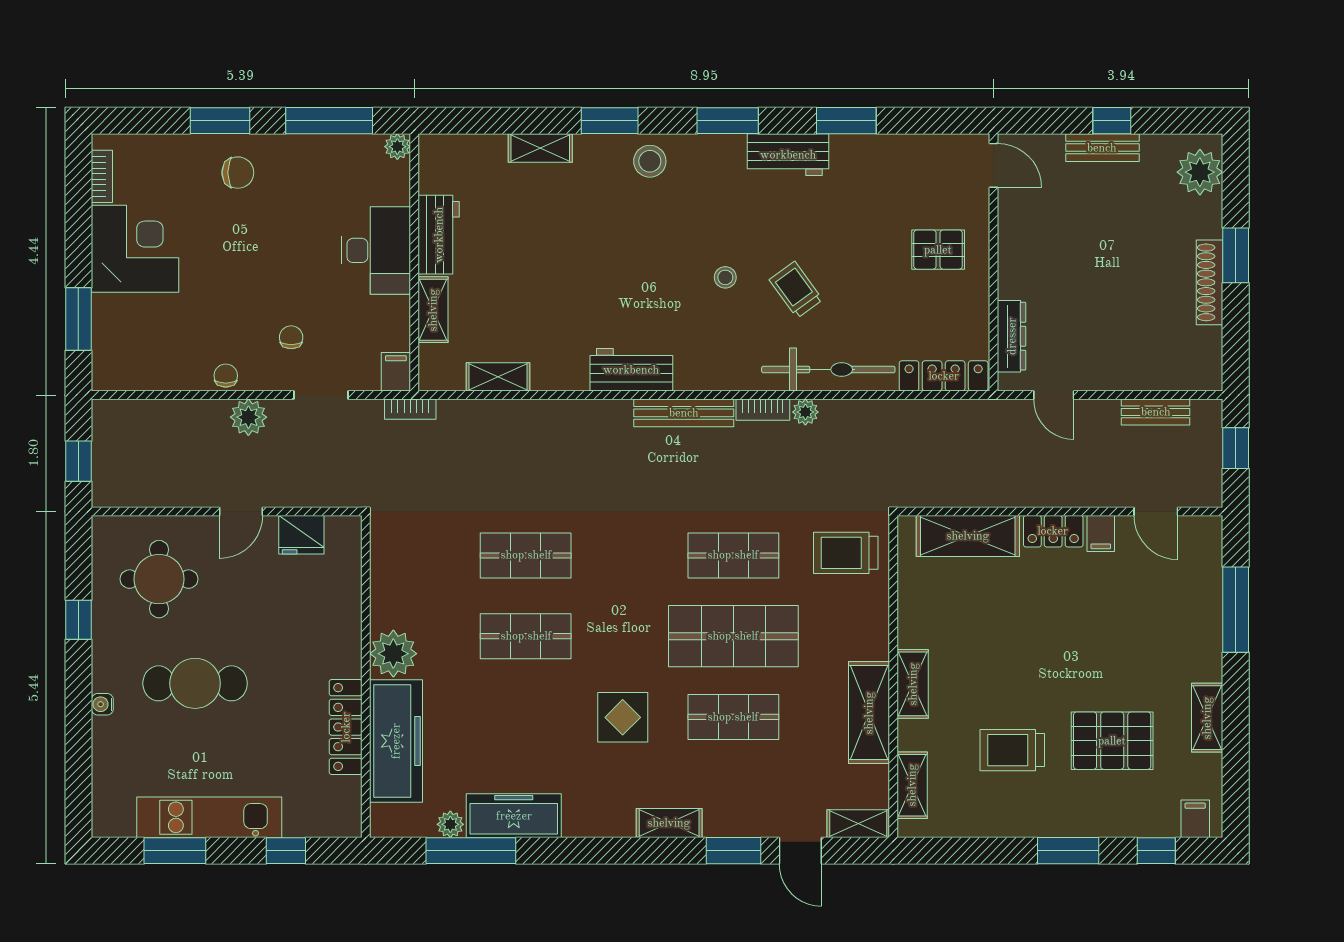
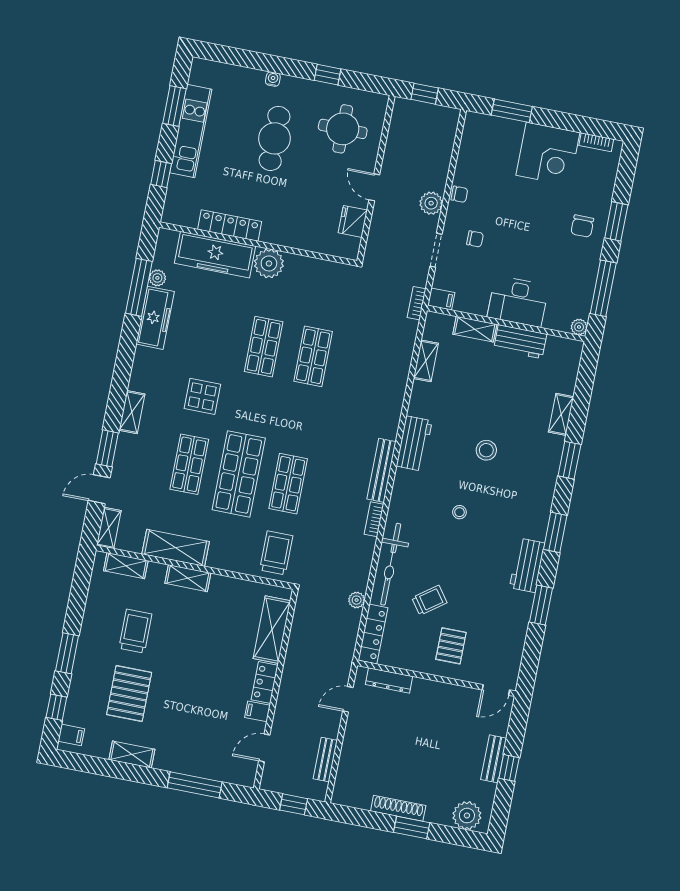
stool: (650, 161) -> (486, 450), moved
trolley: (796, 290) -> (429, 600), moved
plant: (805, 412) -> (357, 600), moved

